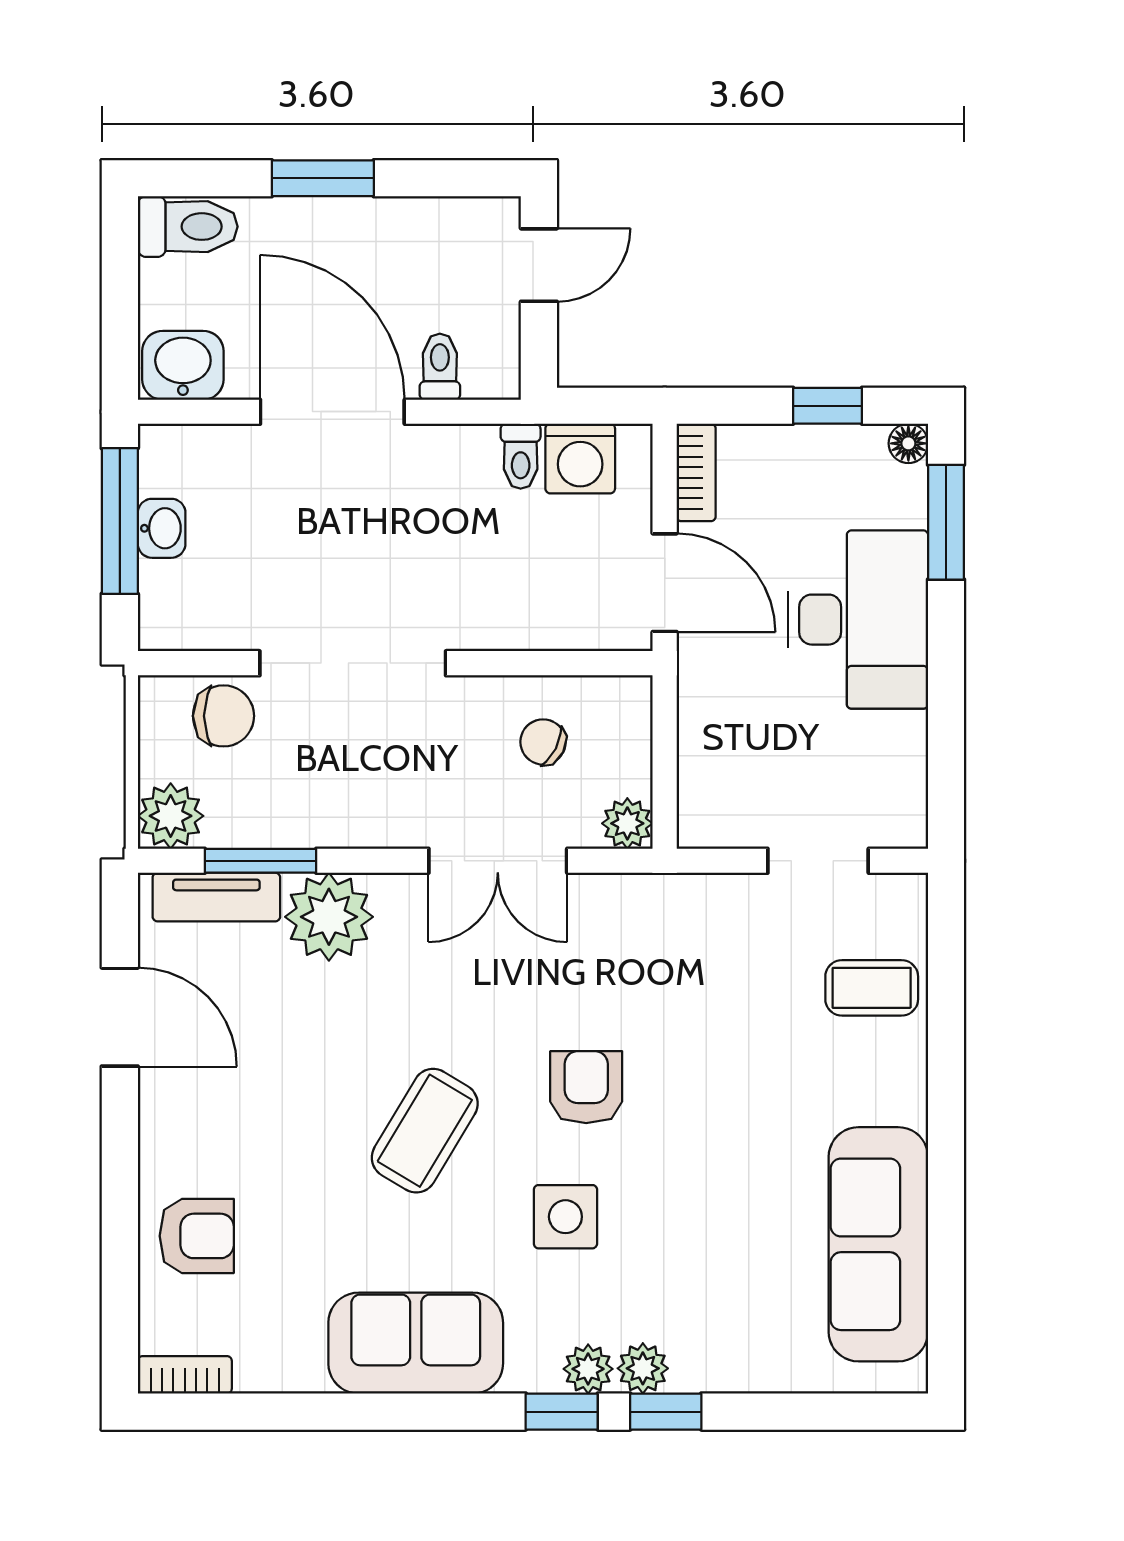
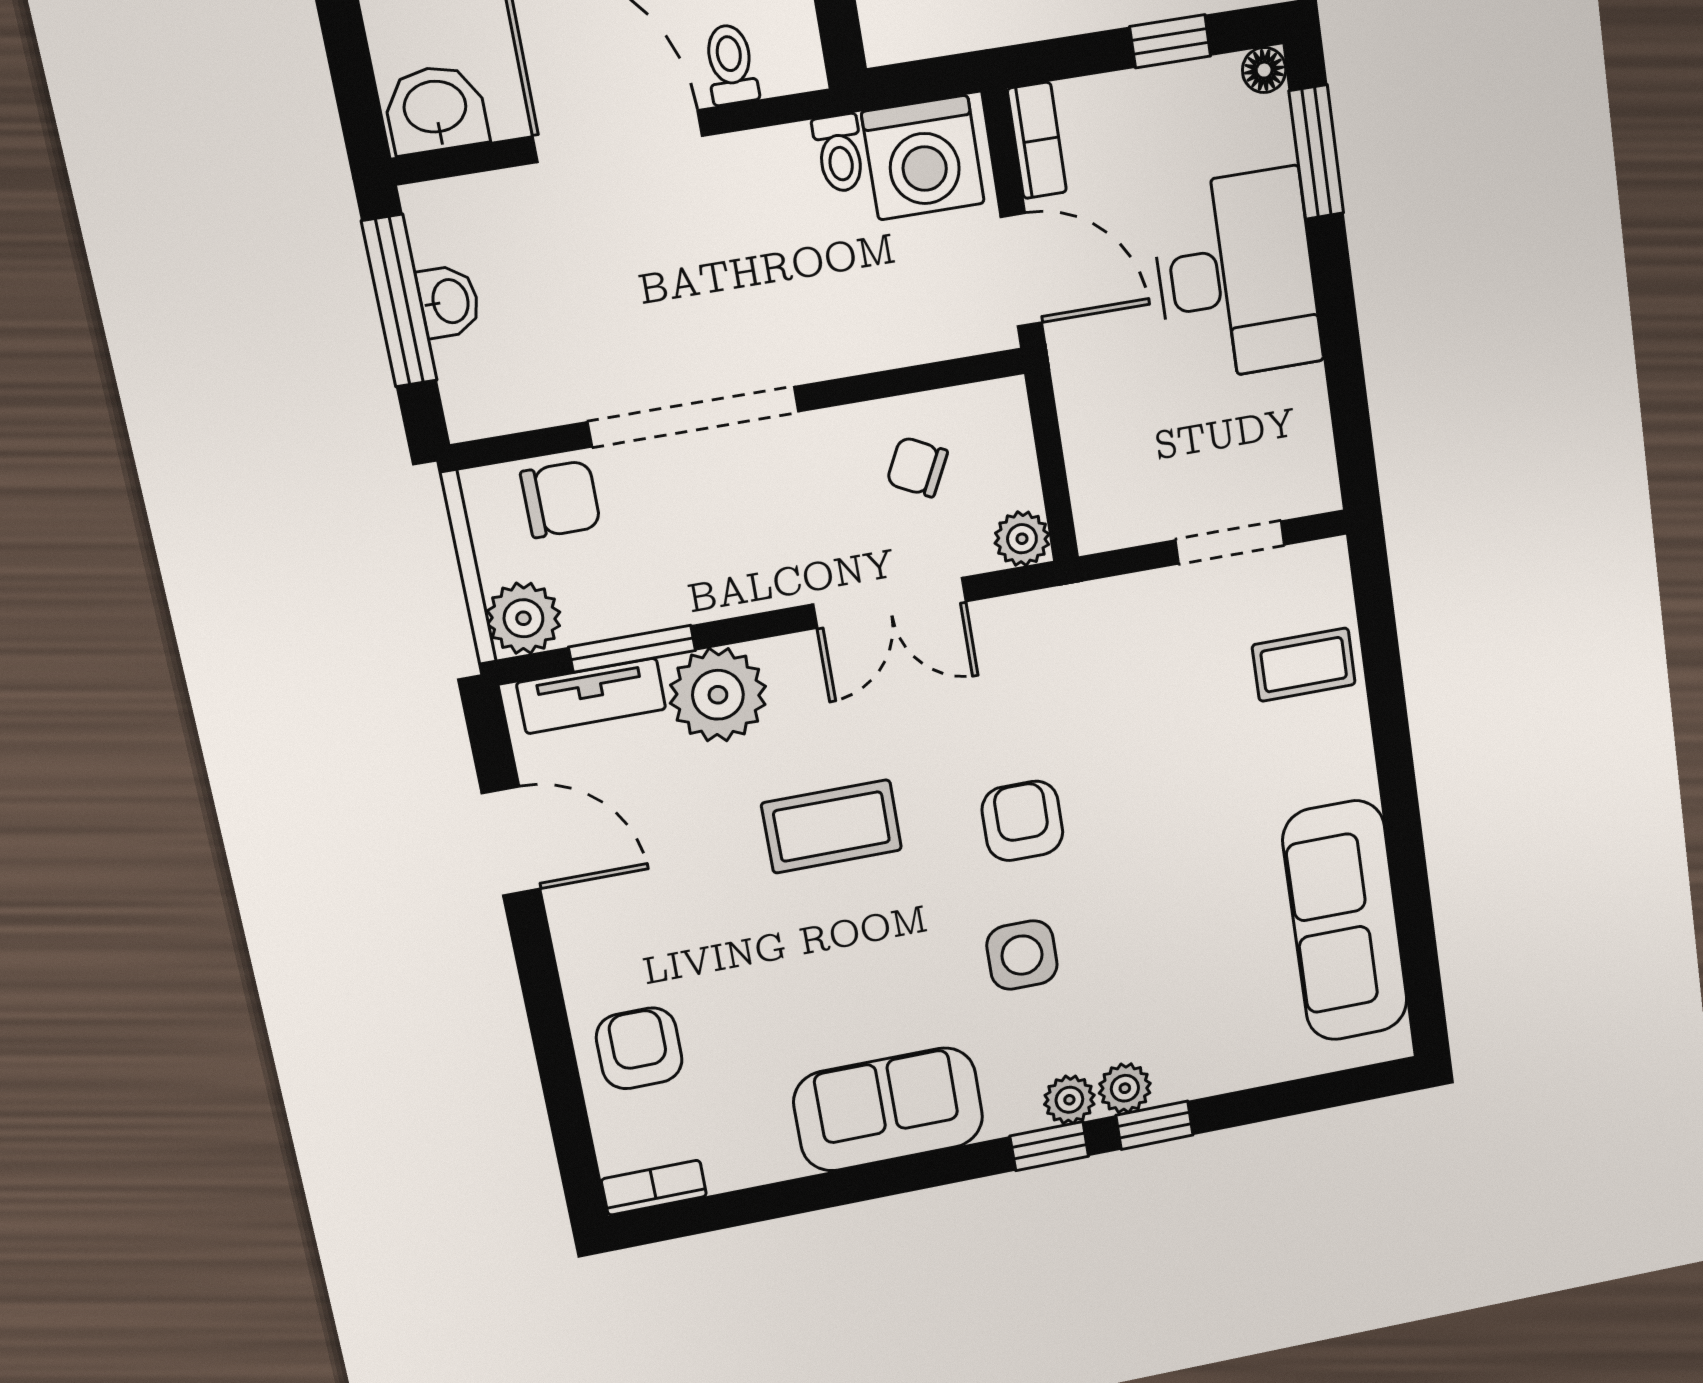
washing machine: (580, 459) -> (923, 158), width x1.37, depth x1.37
coffee table: (425, 1131) -> (832, 826), moved, turned 59
armchair: (197, 1236) -> (639, 1048), turned -90

